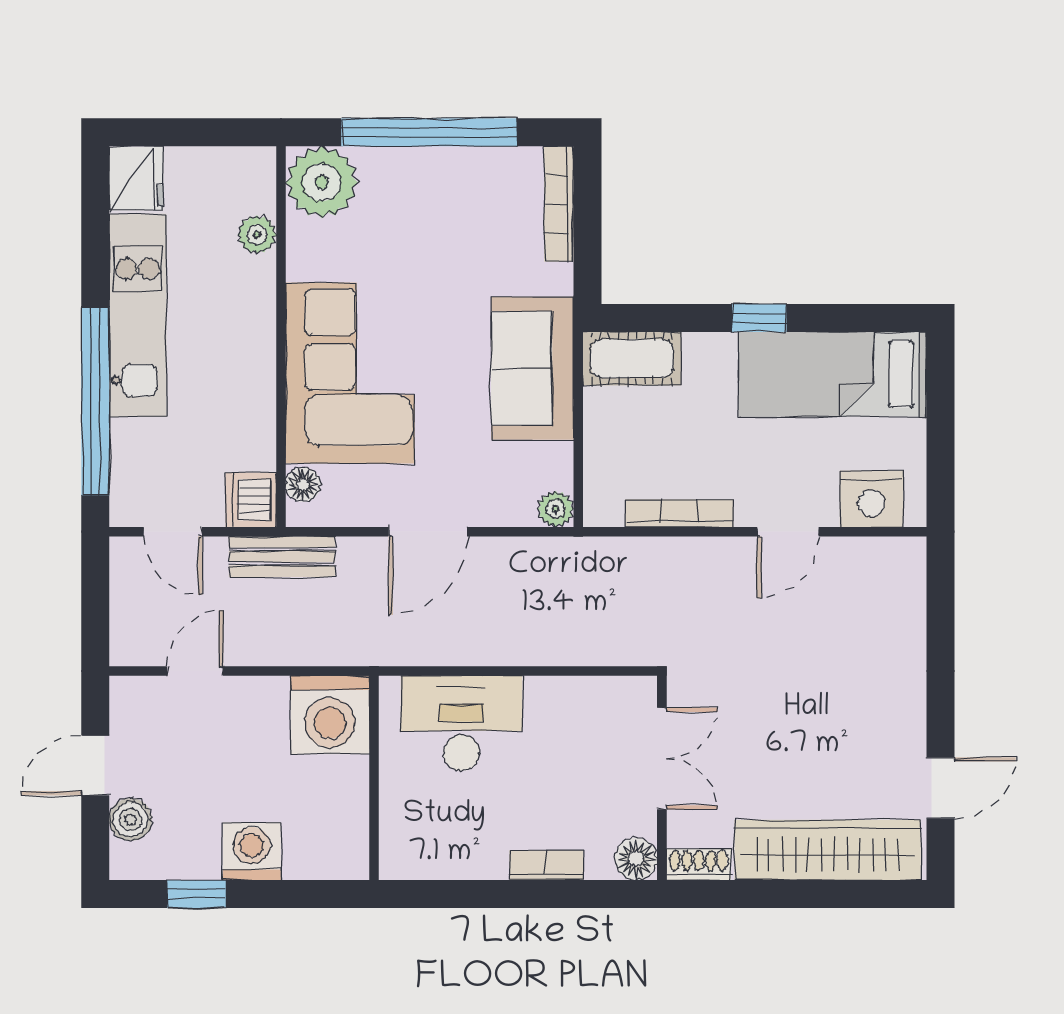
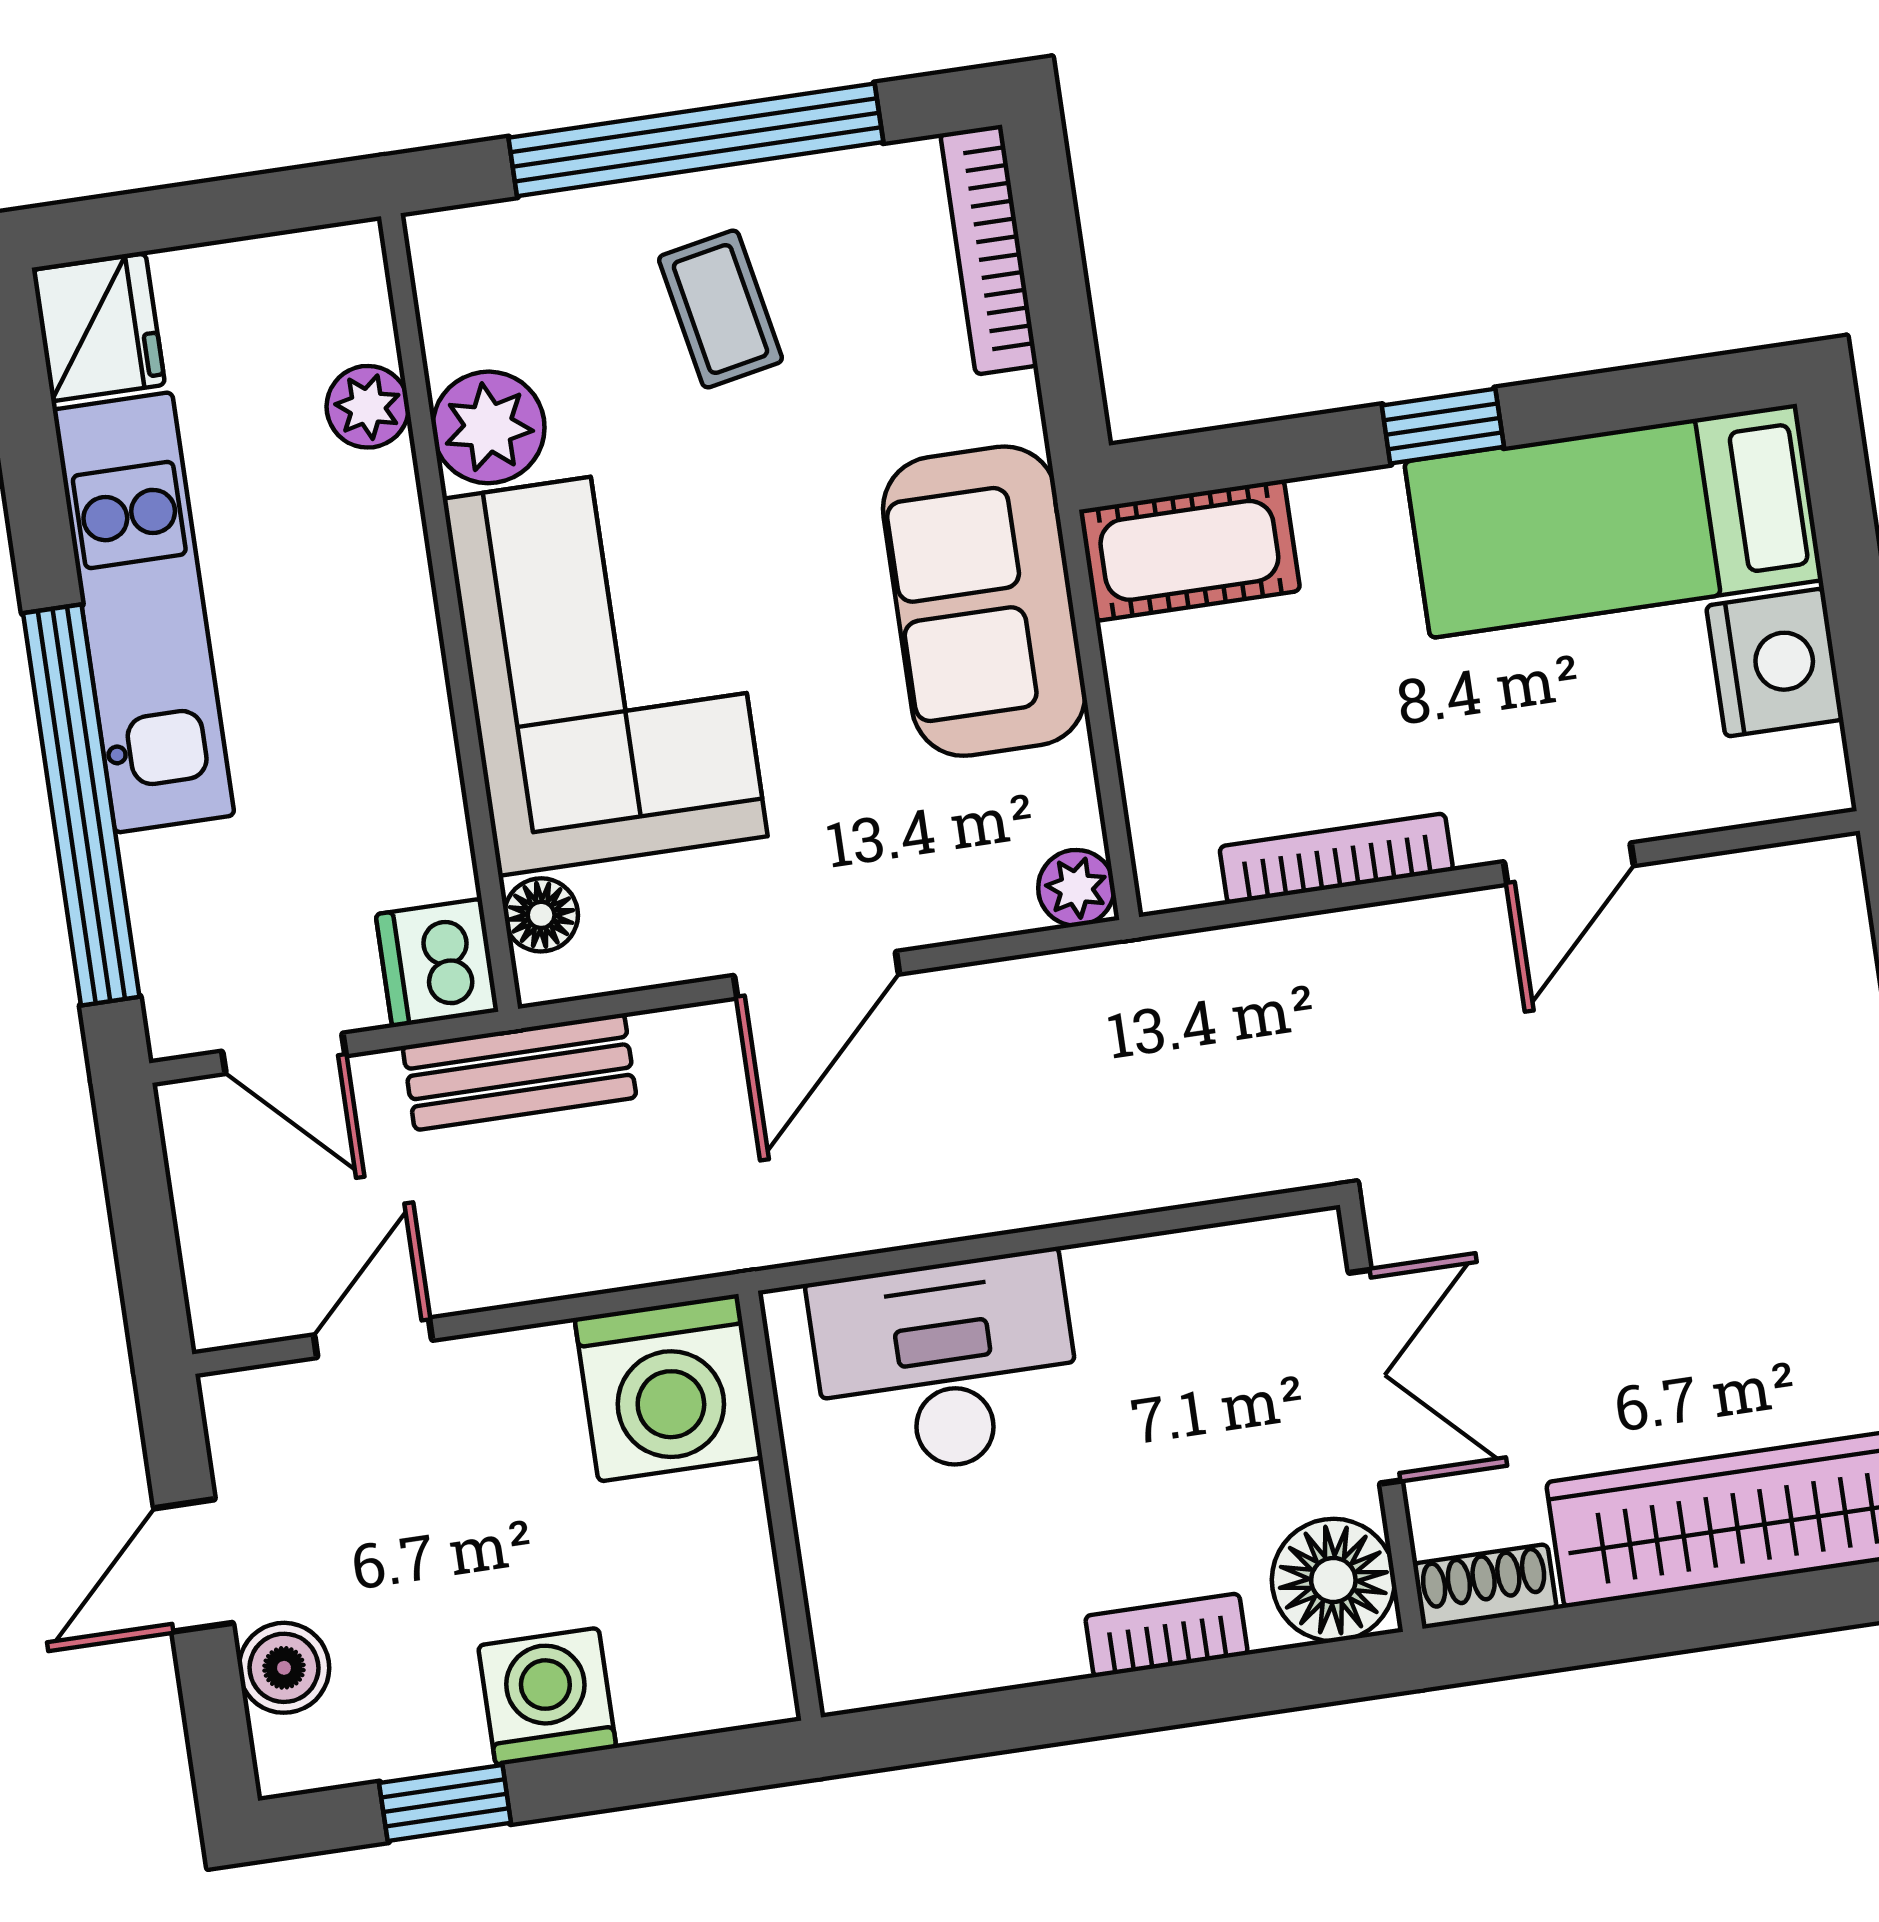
plant: (322, 182) -> (489, 427), moved, width x0.73, depth x0.73
coffee table: (429, 213) -> (720, 309), added
nightstand: (871, 499) -> (1775, 663), moved, turned -90
floor lamp: (636, 859) -> (1333, 1580), width x1.38, depth x1.38

